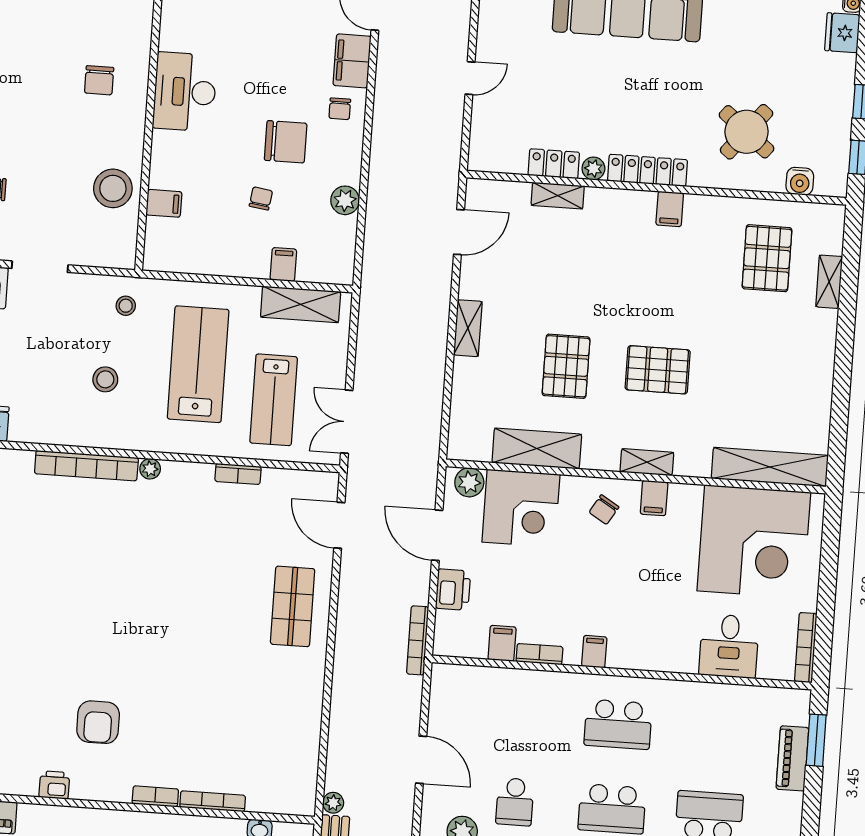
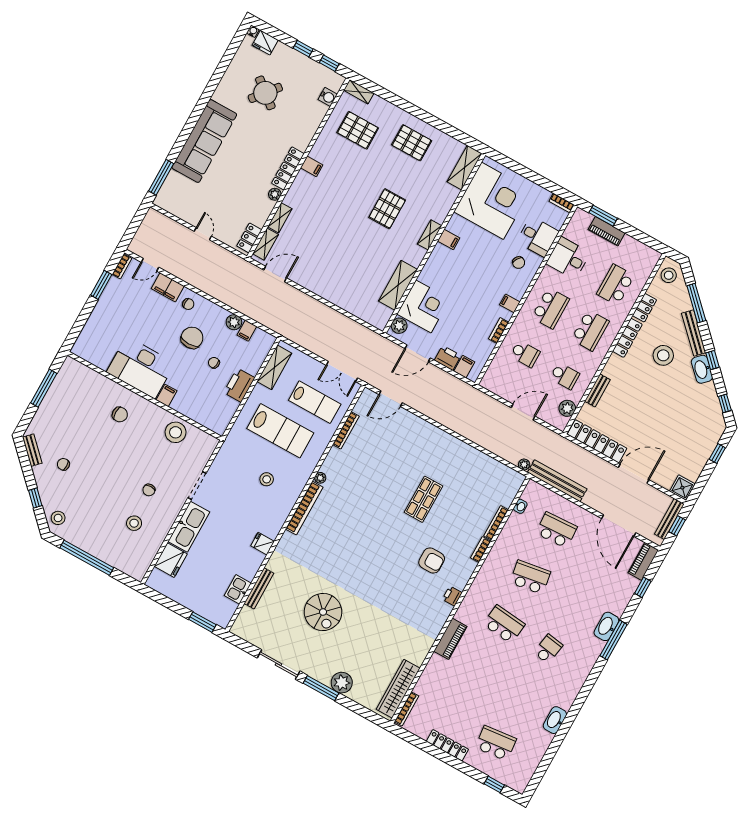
desk: (185, 92) -> (141, 368), width x1.36, depth x1.30
round table: (747, 132) -> (265, 93), moved
locker: (554, 164) -> (249, 238), moved
filing cabinet: (164, 203) -> (167, 395), moved
door: (459, 232) -> (275, 274), hinge flipped
printer: (243, 259) -> (239, 385), added
filing cabinet: (283, 265) -> (247, 331), moved, turned -90
shelving: (829, 282) -> (359, 92), moved
stool: (126, 306) -> (235, 453), removed
shelving: (468, 328) -> (266, 244), moved, turned 90
lab bench: (198, 364) -> (280, 431), turned 180
pallet: (566, 366) -> (412, 143), moved
shelving: (770, 467) -> (465, 168), width x0.68
bookcase: (238, 474) -> (346, 430), width x1.56
chair: (604, 510) -> (519, 263), moved
shop shelf: (293, 606) -> (423, 499), moved, turned 90
bookcase: (418, 640) -> (464, 387), removed
filing cabinet: (502, 643) -> (464, 367), moved, turned 90
bookcase: (806, 648) -> (562, 203), width x0.64
desk: (717, 715) -> (568, 258), added
school desk: (521, 717) -> (525, 354), added

